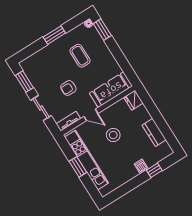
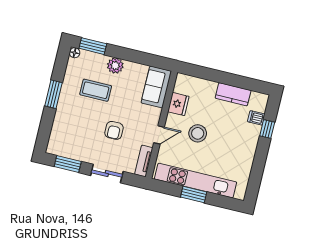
plant: (104, 53) -> (115, 66), added
sofa: (111, 90) -> (156, 87), width x0.73
fridge: (133, 100) -> (178, 104), moved, turned -90
dishwasher: (141, 166) -> (256, 118), moved

